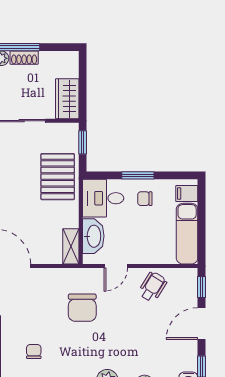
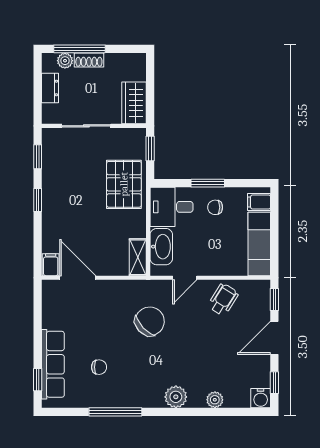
chair: (82, 308) -> (150, 321), turned -133
chair: (34, 352) -> (99, 367), turned 90

